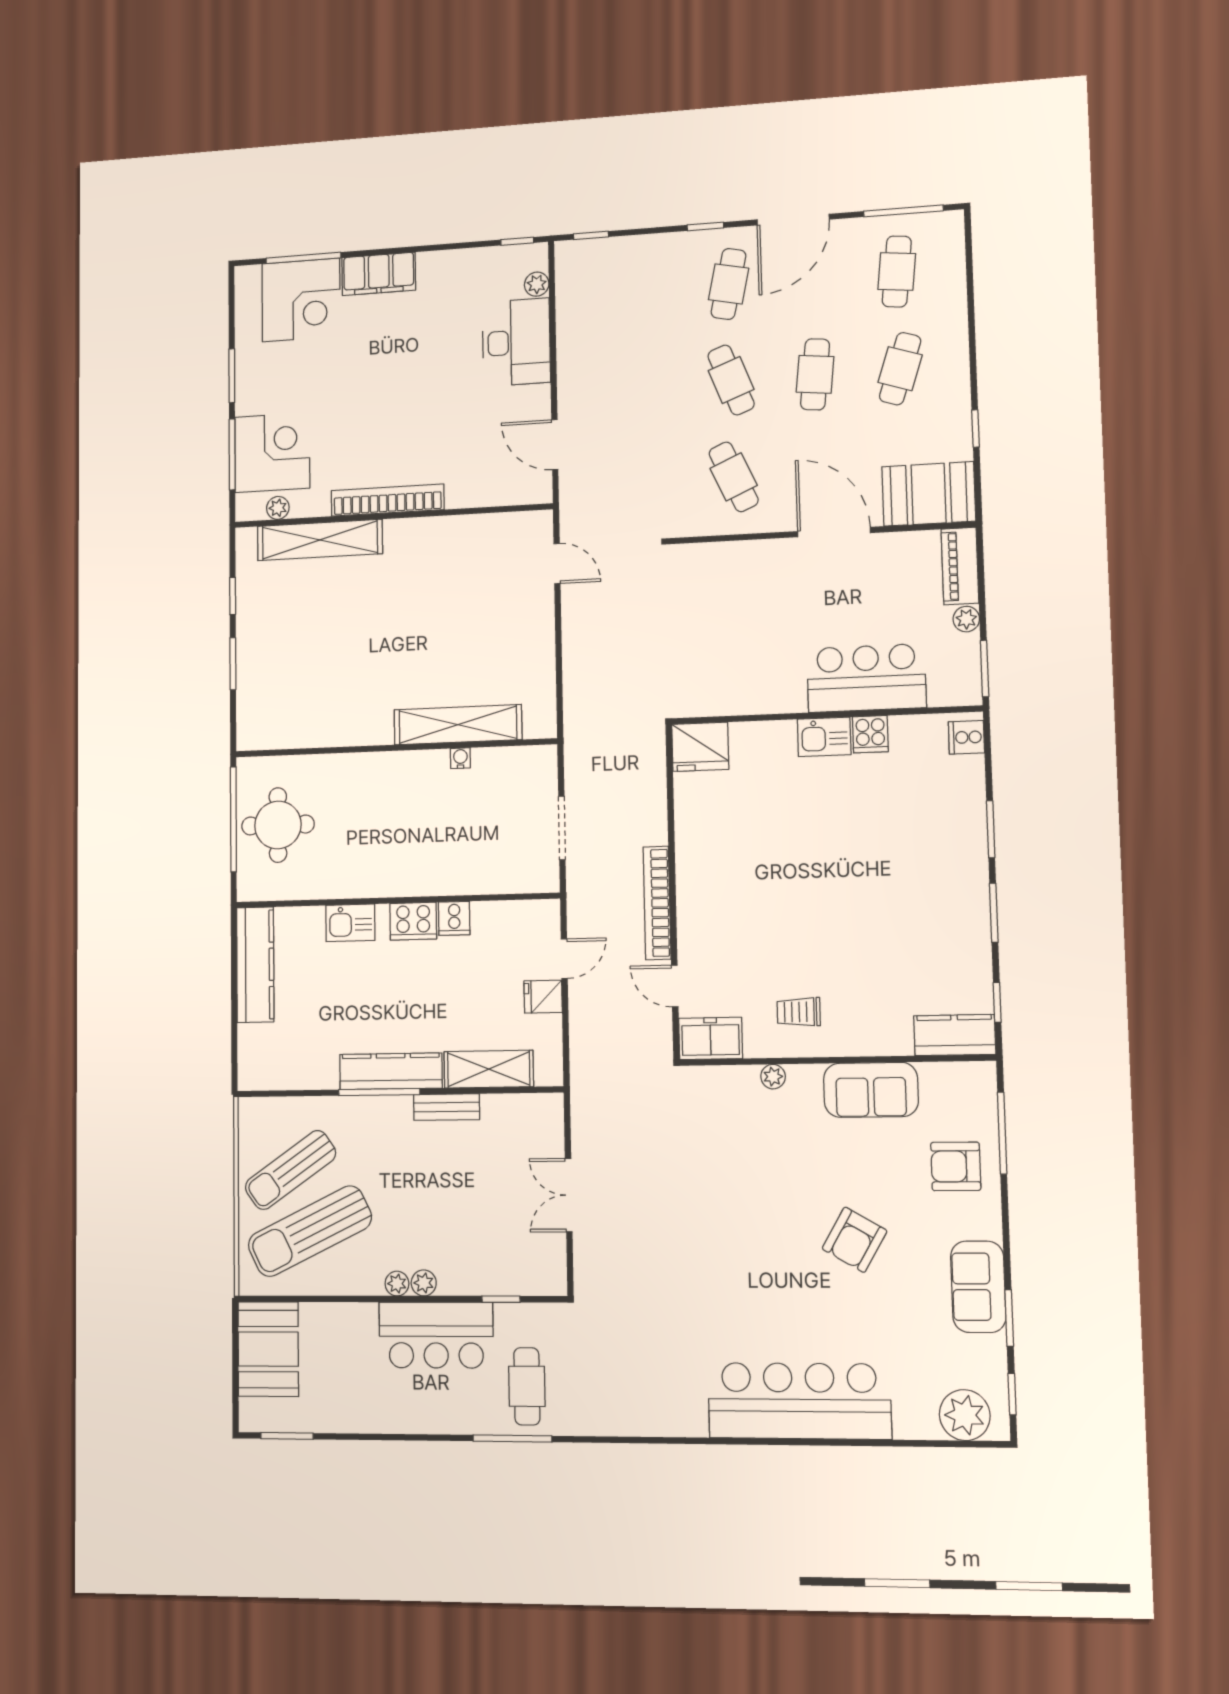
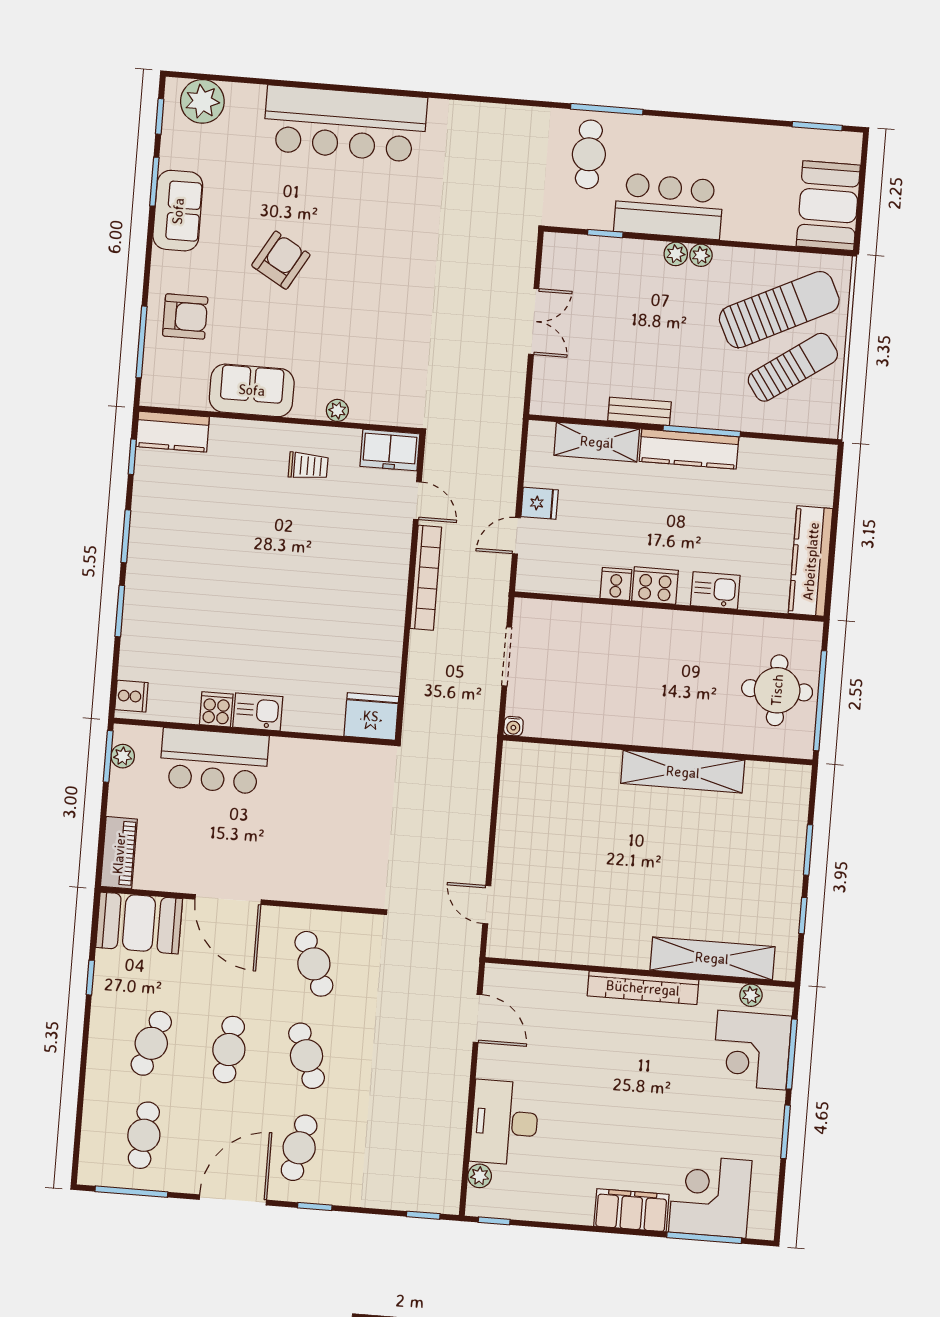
plant: (966, 619) -> (123, 756), moved
shelving: (458, 725) -> (683, 772), moved
water cooler: (460, 758) -> (513, 726), moved

